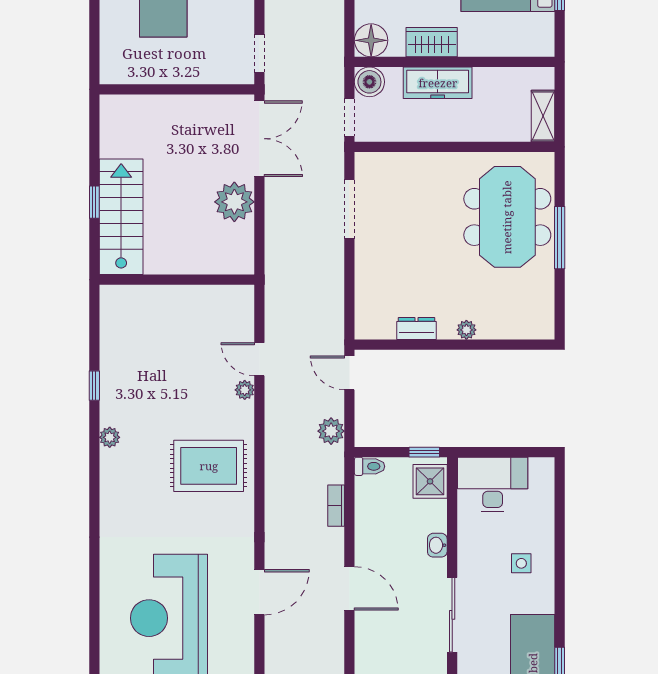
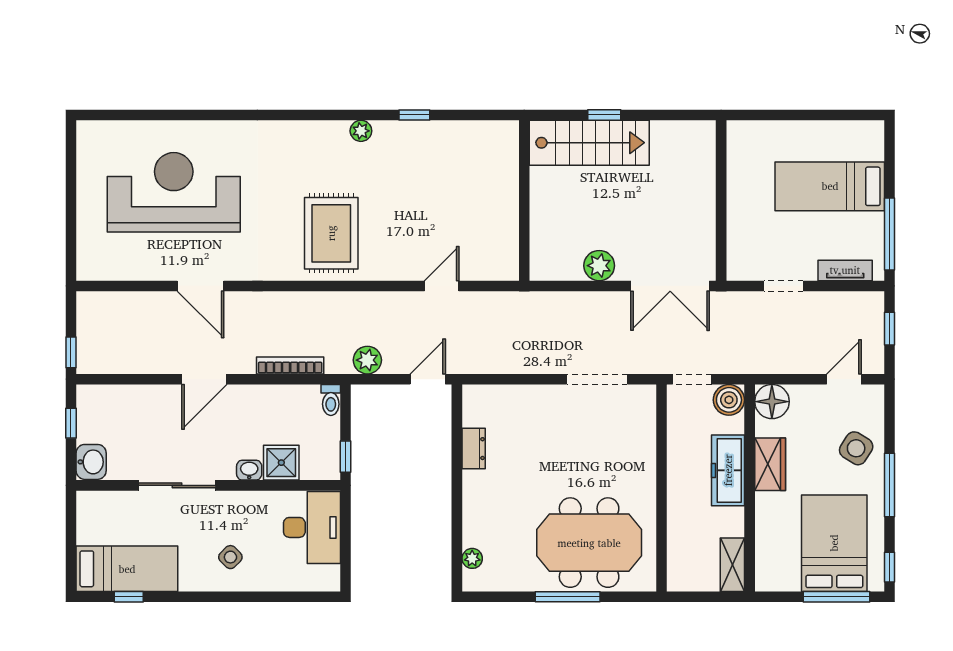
doorway: (259, 53) -> (783, 286), moved
shelving: (543, 116) -> (732, 565), moved, turned 90
plant: (234, 202) -> (599, 266), width x0.73, depth x0.73
plant: (466, 330) -> (472, 558), moved
plant: (245, 390) -> (410, 271), removed
shower: (430, 481) -> (281, 463), moved
bookcase: (336, 506) -> (290, 365), width x1.56
side table: (521, 563) -> (230, 557), turned 45

